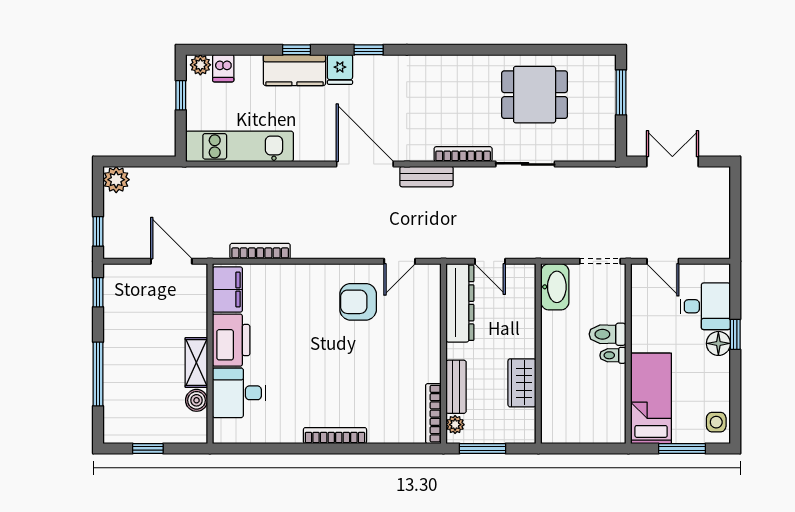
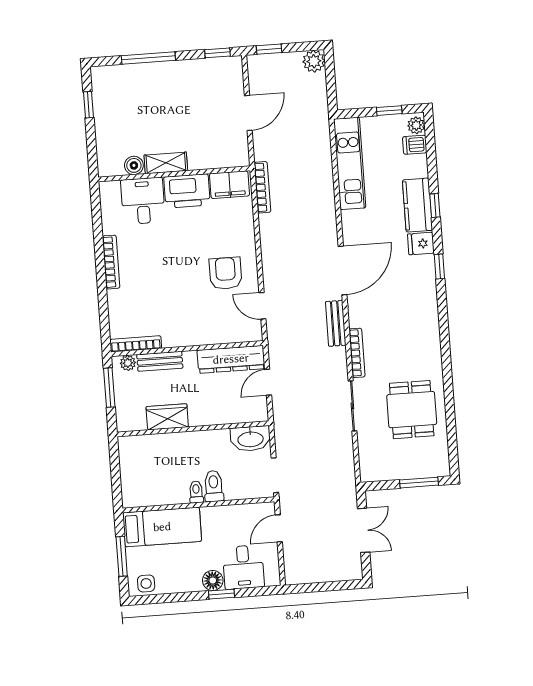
filing cabinet: (227, 290) -> (230, 185), moved
printer: (231, 340) -> (187, 191), moved
wall: (210, 354) -> (174, 174), moved
shelving: (196, 363) -> (166, 163), moved
desk: (239, 393) -> (143, 201), moved
boiler: (197, 400) -> (134, 165), moved

